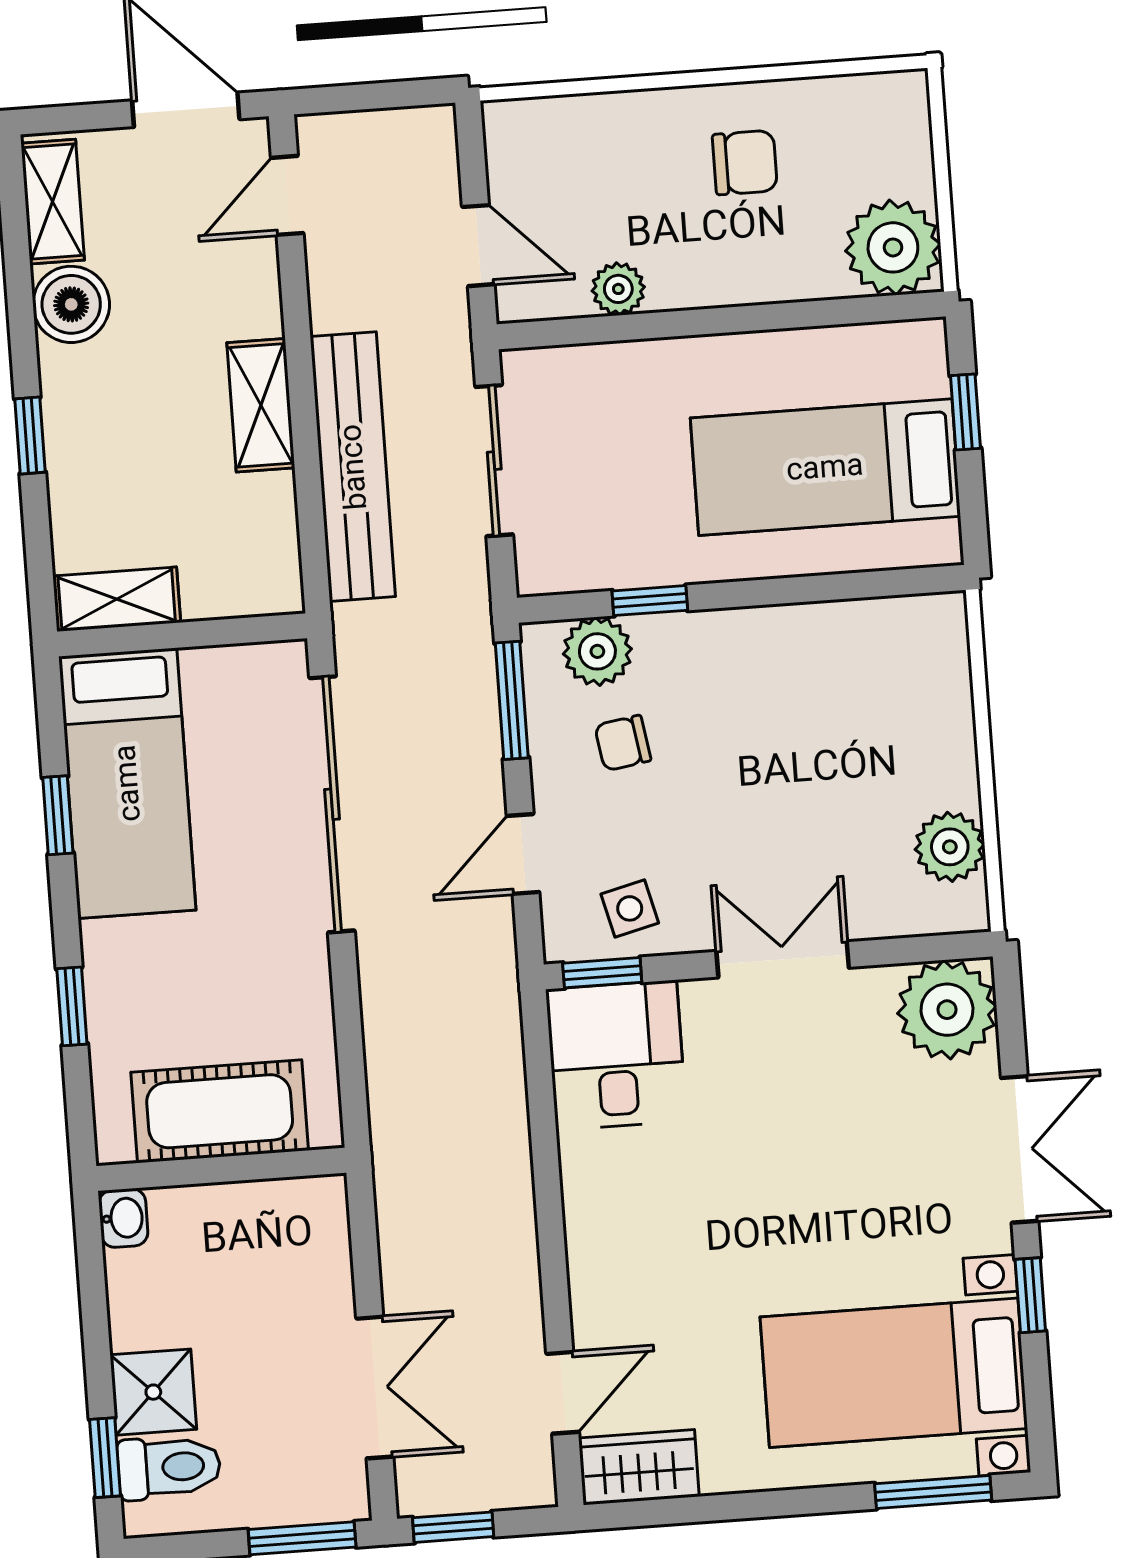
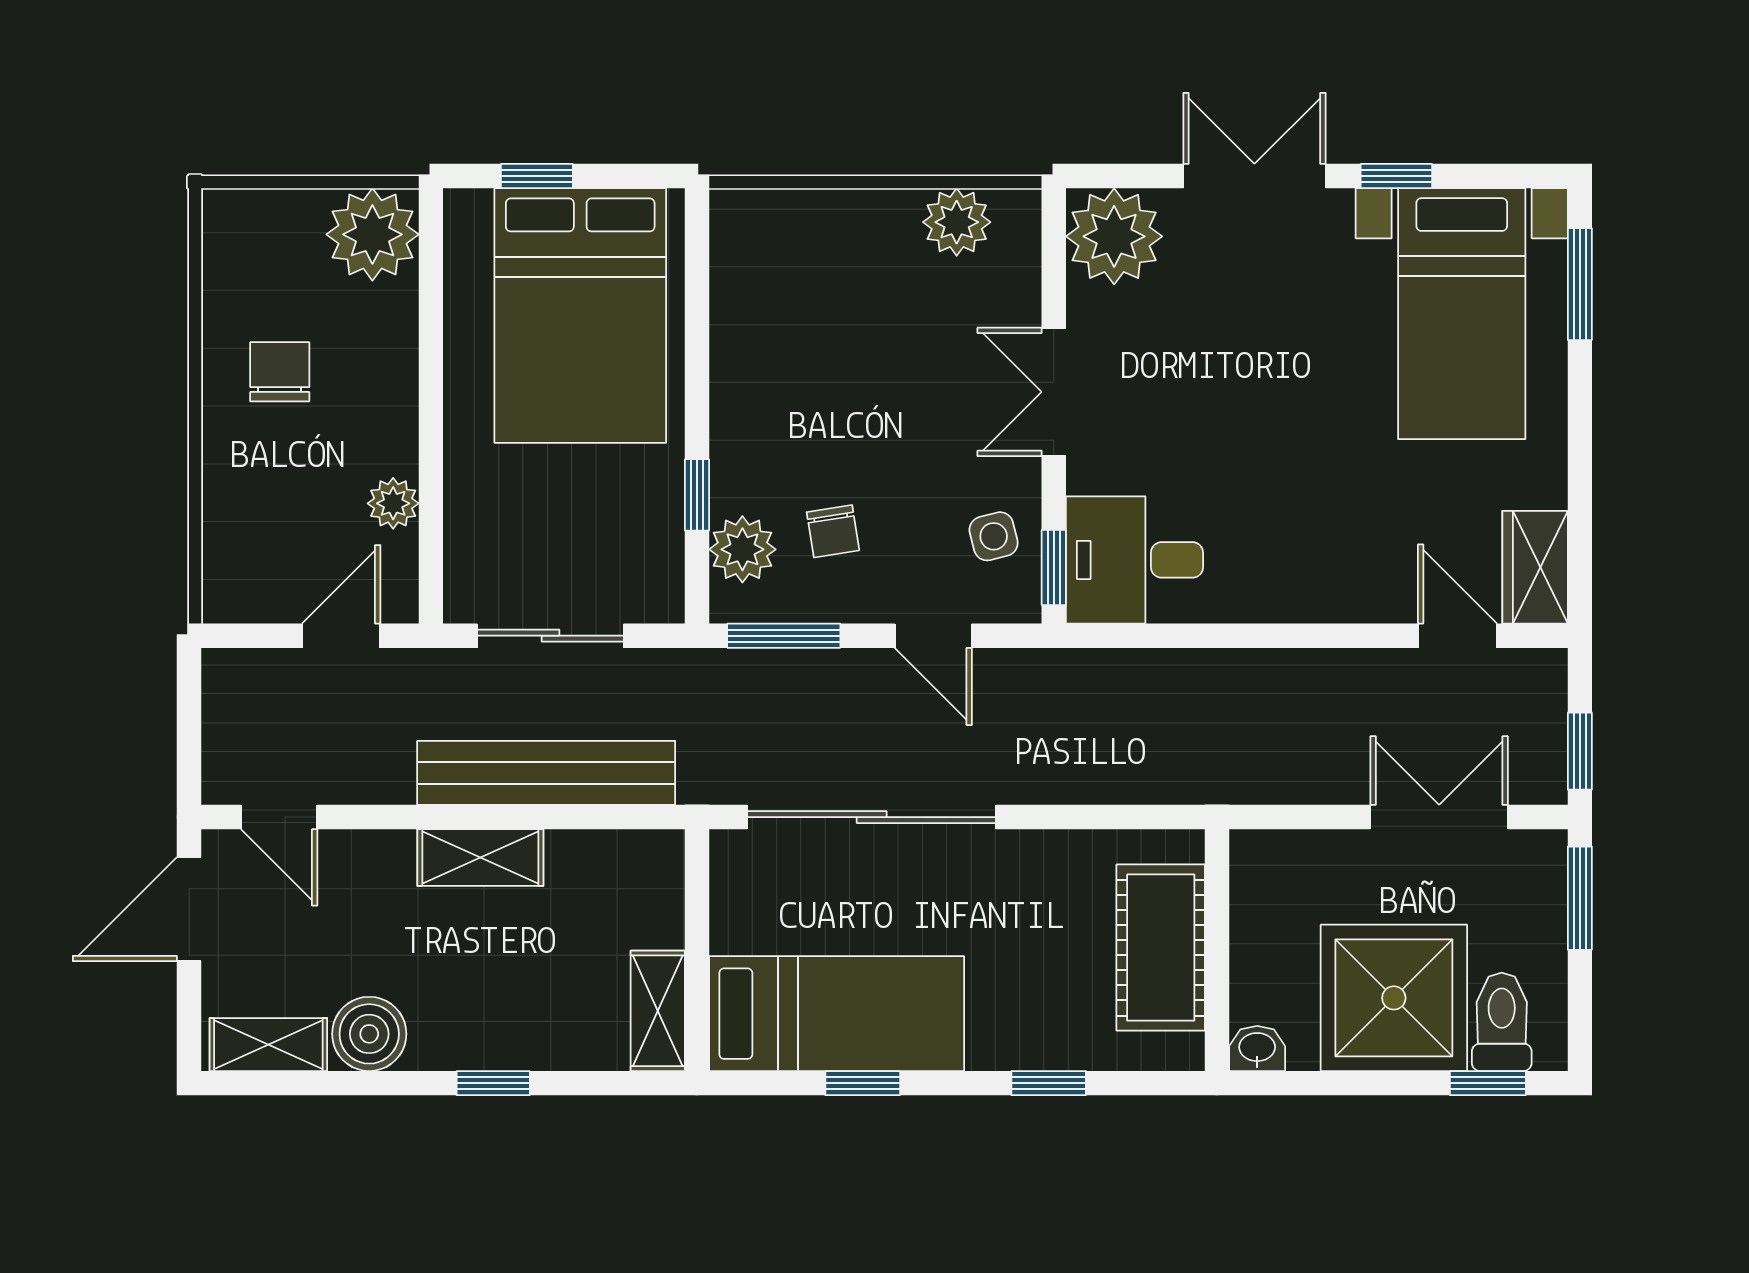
bed: (825, 467) -> (580, 315), width x1.50
shower: (153, 1392) -> (1394, 998), width x1.86, depth x1.86

